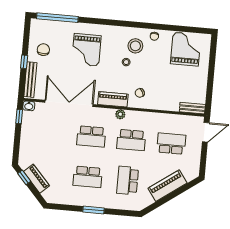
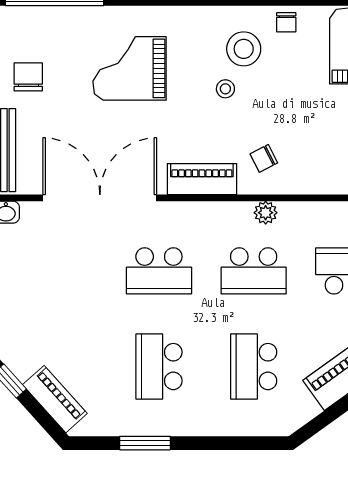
grand piano: (86, 50) -> (130, 68), turned 90
plant: (120, 114) -> (266, 213), moved
school desk: (88, 177) -> (159, 367), turned 90
piano: (36, 179) -> (55, 399), moved
window: (93, 210) -> (145, 443), moved

